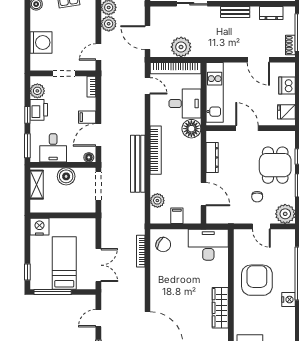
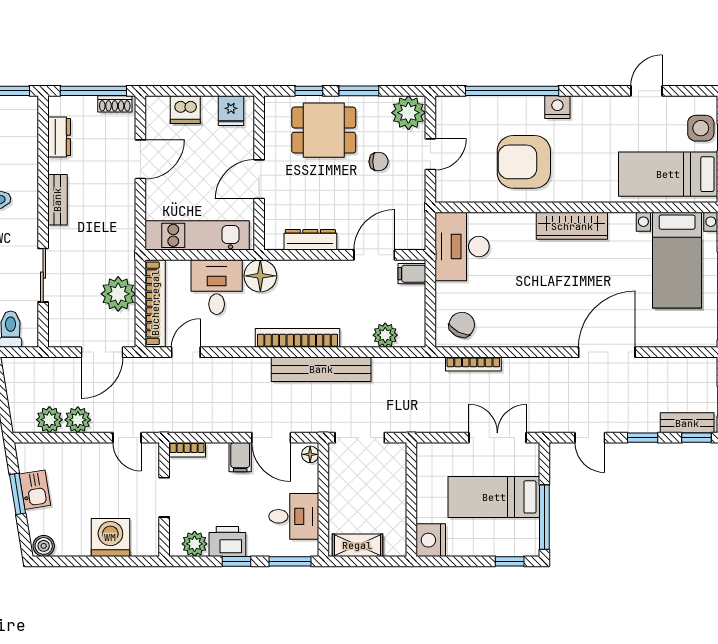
boiler: (66, 176) -> (343, 494), removed
filing cabinet: (177, 216) -> (412, 274), moved

